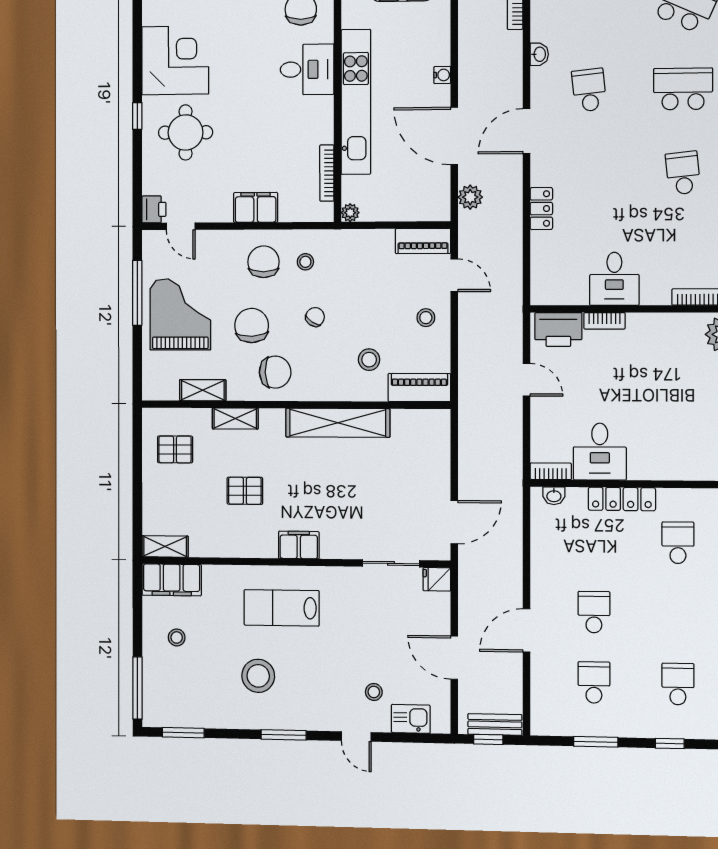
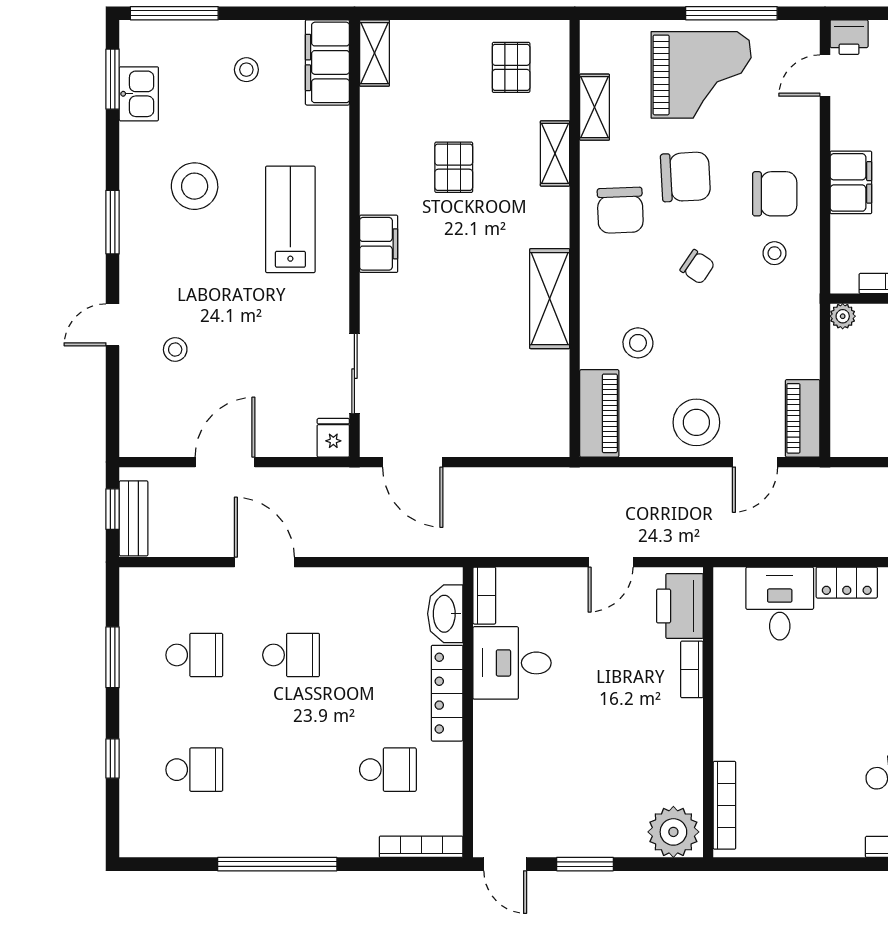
plant: (470, 197) -> (863, 484), removed
desk: (614, 279) -> (780, 604), moved, turned 90
stool: (426, 318) -> (696, 422), width x1.89, depth x1.89
shelving: (338, 423) -> (550, 299), width x0.68
washbasin: (554, 496) -> (445, 614), width x1.91, depth x1.45
kitchen sink: (411, 719) -> (139, 94), moved

